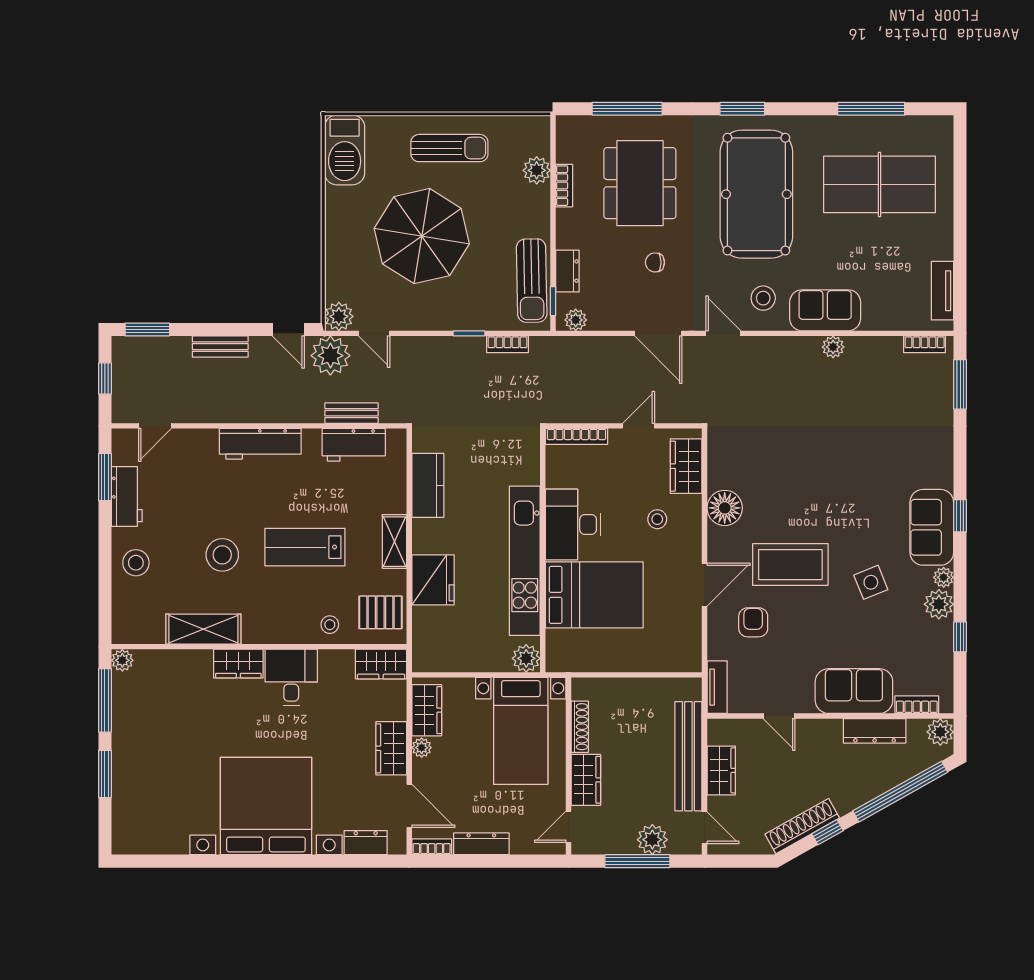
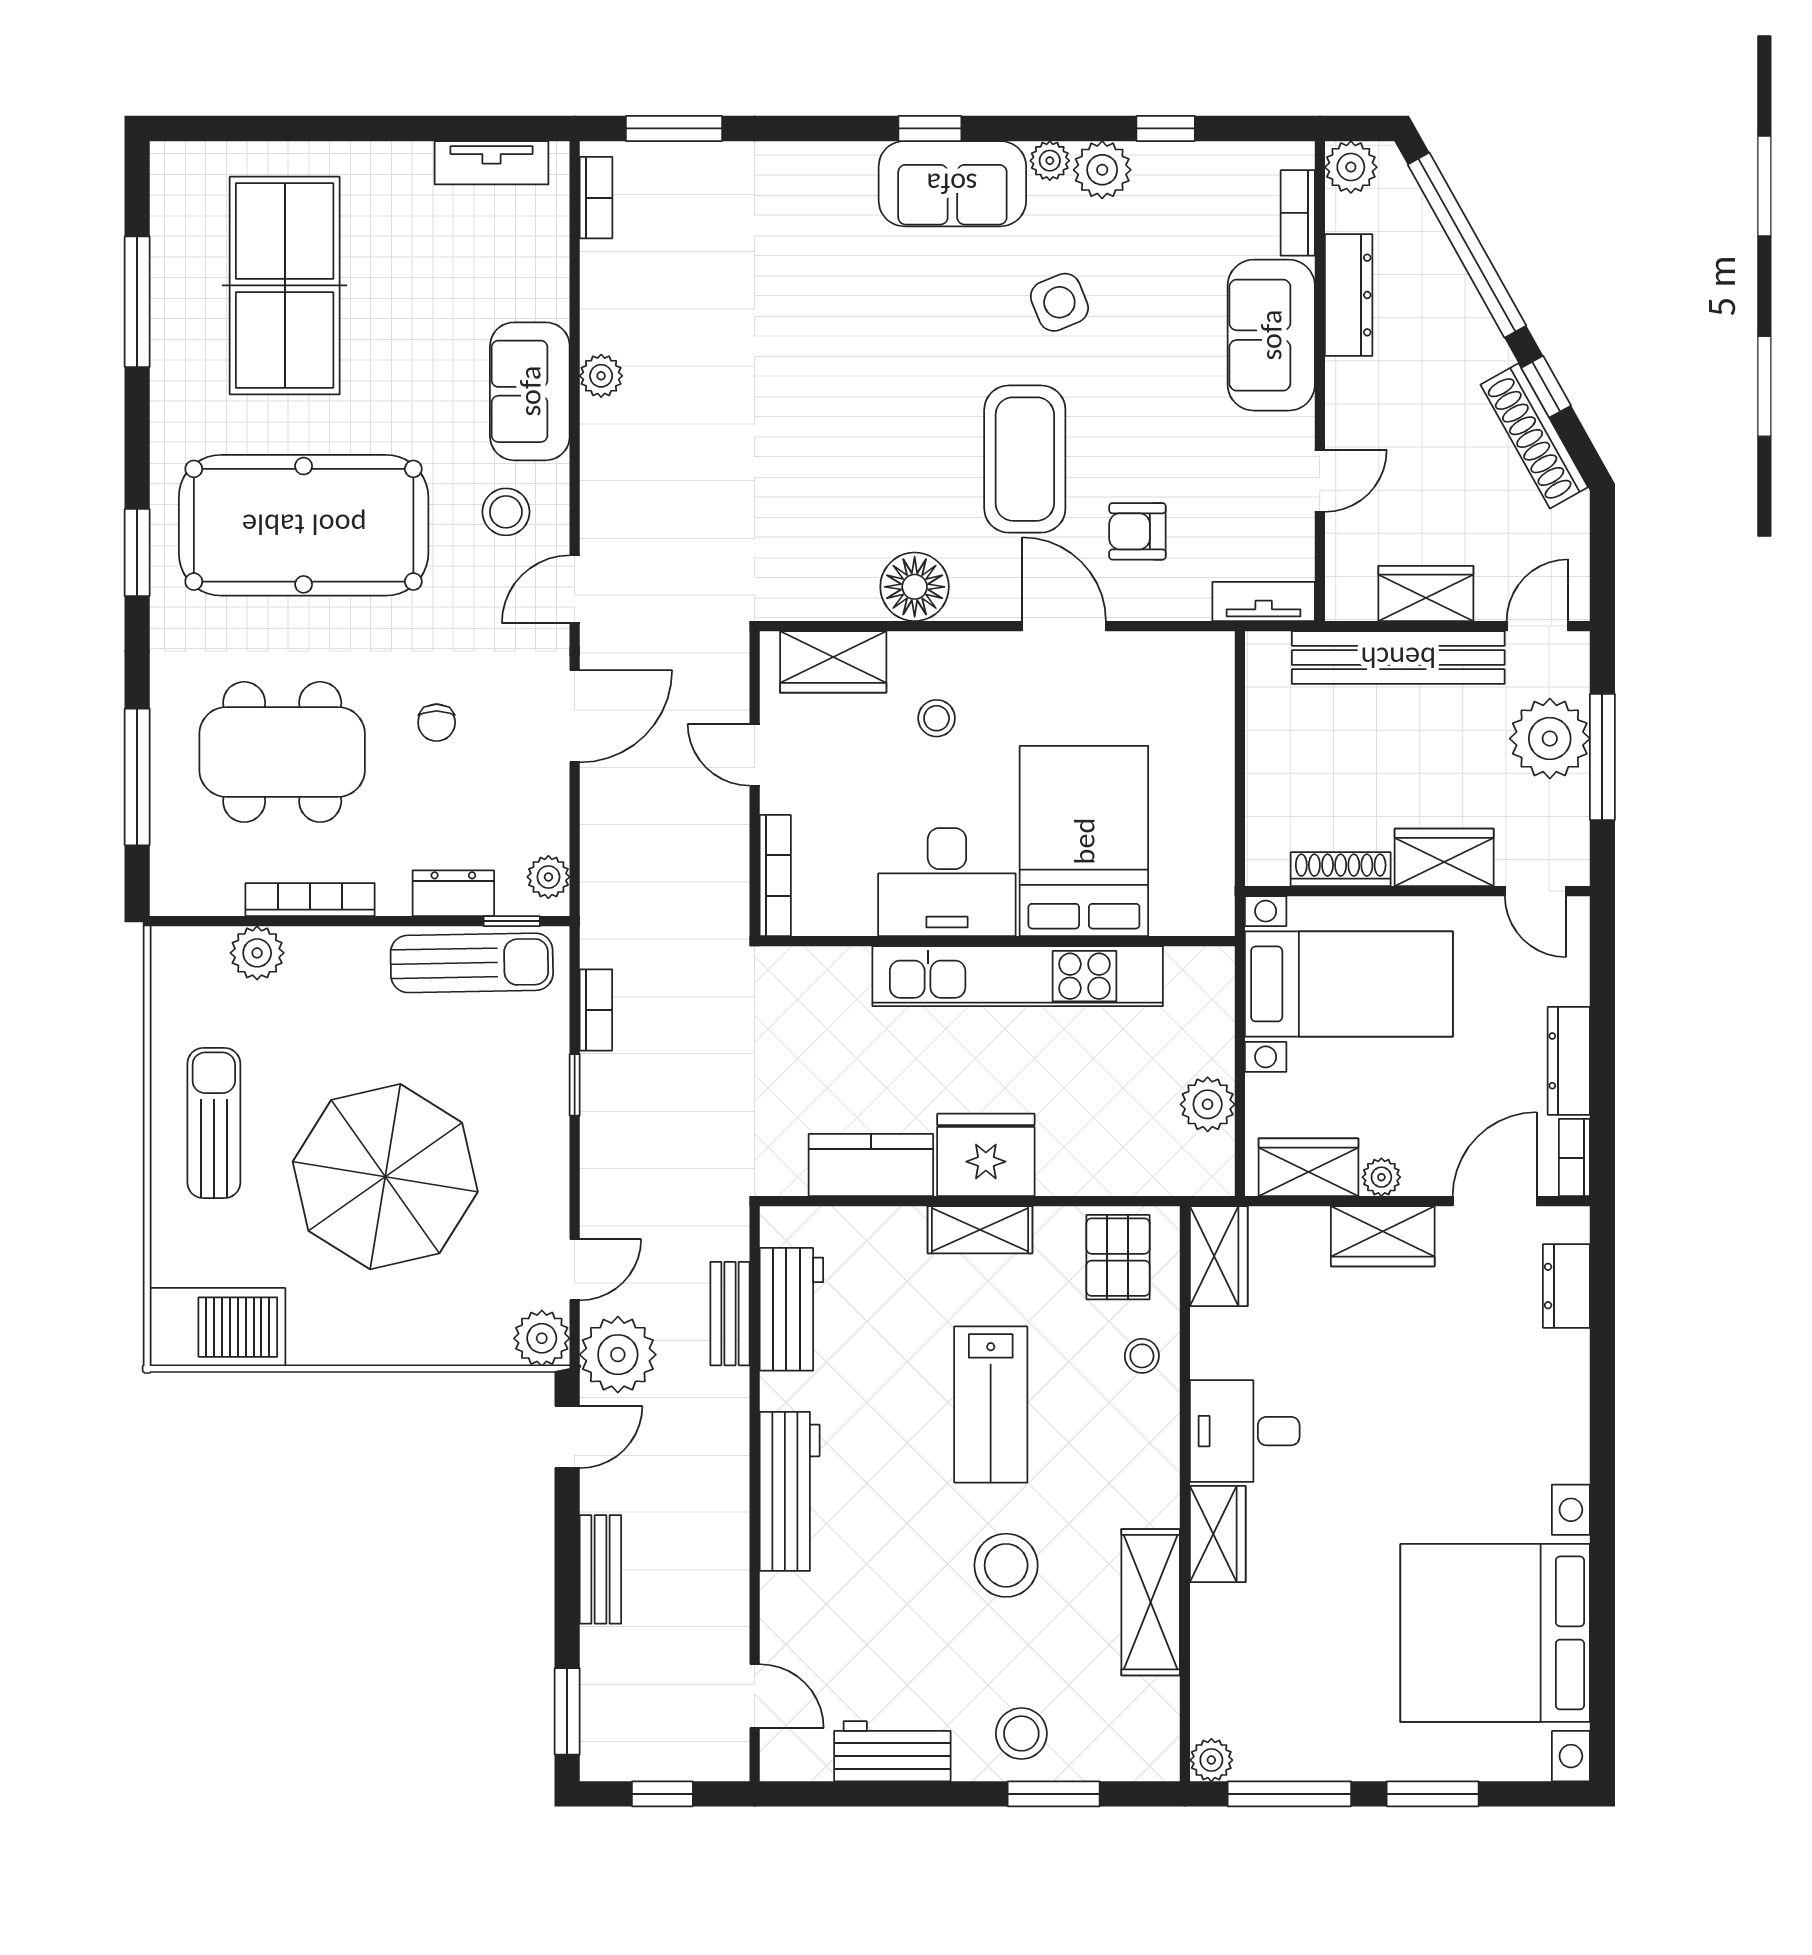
bookcase: (564, 186) -> (310, 900), width x1.56
window: (105, 477) -> (1054, 1794), moved
fridge: (433, 580) -> (986, 1155), moved
plant: (526, 658) -> (1208, 1104), moved
bed with nightstands: (266, 806) -> (1495, 1633), moved
plant: (652, 840) -> (1550, 739), width x1.36, depth x1.36

